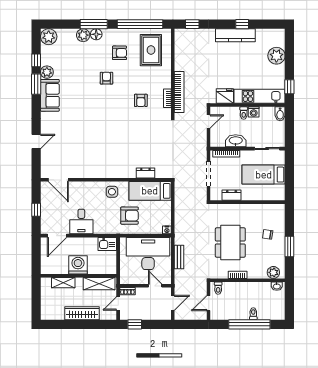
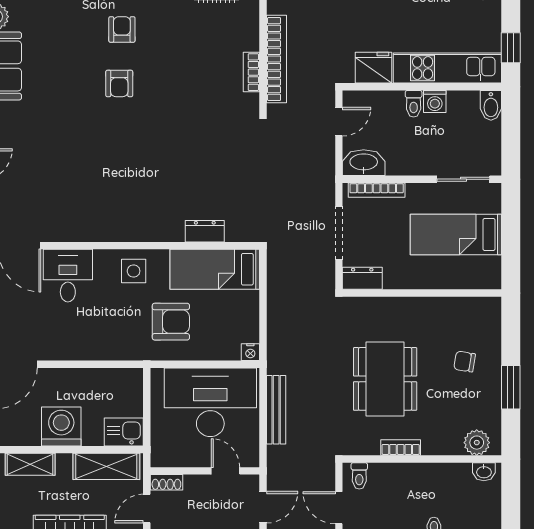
armchair: (141, 100) -> (119, 83), moved
washbasin: (236, 141) -> (364, 163), moved
dresser: (232, 195) -> (362, 278), moved
desk: (81, 221) -> (68, 276), moved, turned 180
kitchen sink: (107, 244) -> (124, 432), moved, turned 180
bench: (179, 257) -> (276, 410), width x1.36
door: (209, 303) -> (339, 508), hinge flipped

